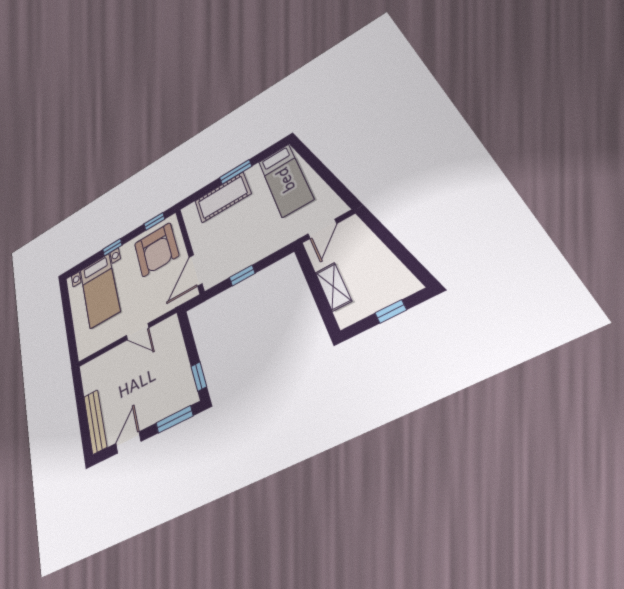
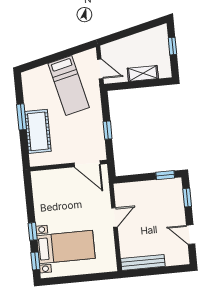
bed: (285, 180) -> (69, 86), moved, turned 77
window: (154, 222) -> (35, 261), moved
armchair: (156, 250) -> (55, 192), removed
window: (174, 419) -> (187, 198), width x0.67
bench: (95, 421) -> (143, 262), moved

